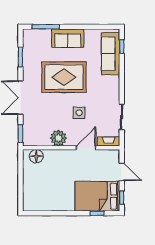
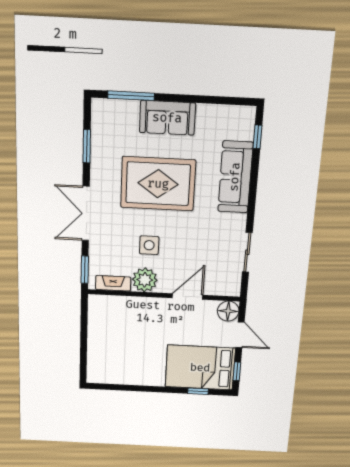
sofa: (111, 54) -> (235, 177), moved
side table: (79, 113) -> (149, 245), moved
fireplace: (109, 141) -> (113, 283), moved
floor lamp: (36, 156) -> (228, 311), moved

